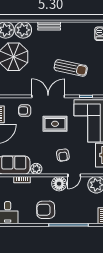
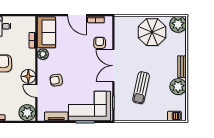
plant: (23, 30) -> (178, 87), moved
double door: (48, 96) -> (113, 66), swing flipped
rug: (55, 124) -> (87, 72), removed

